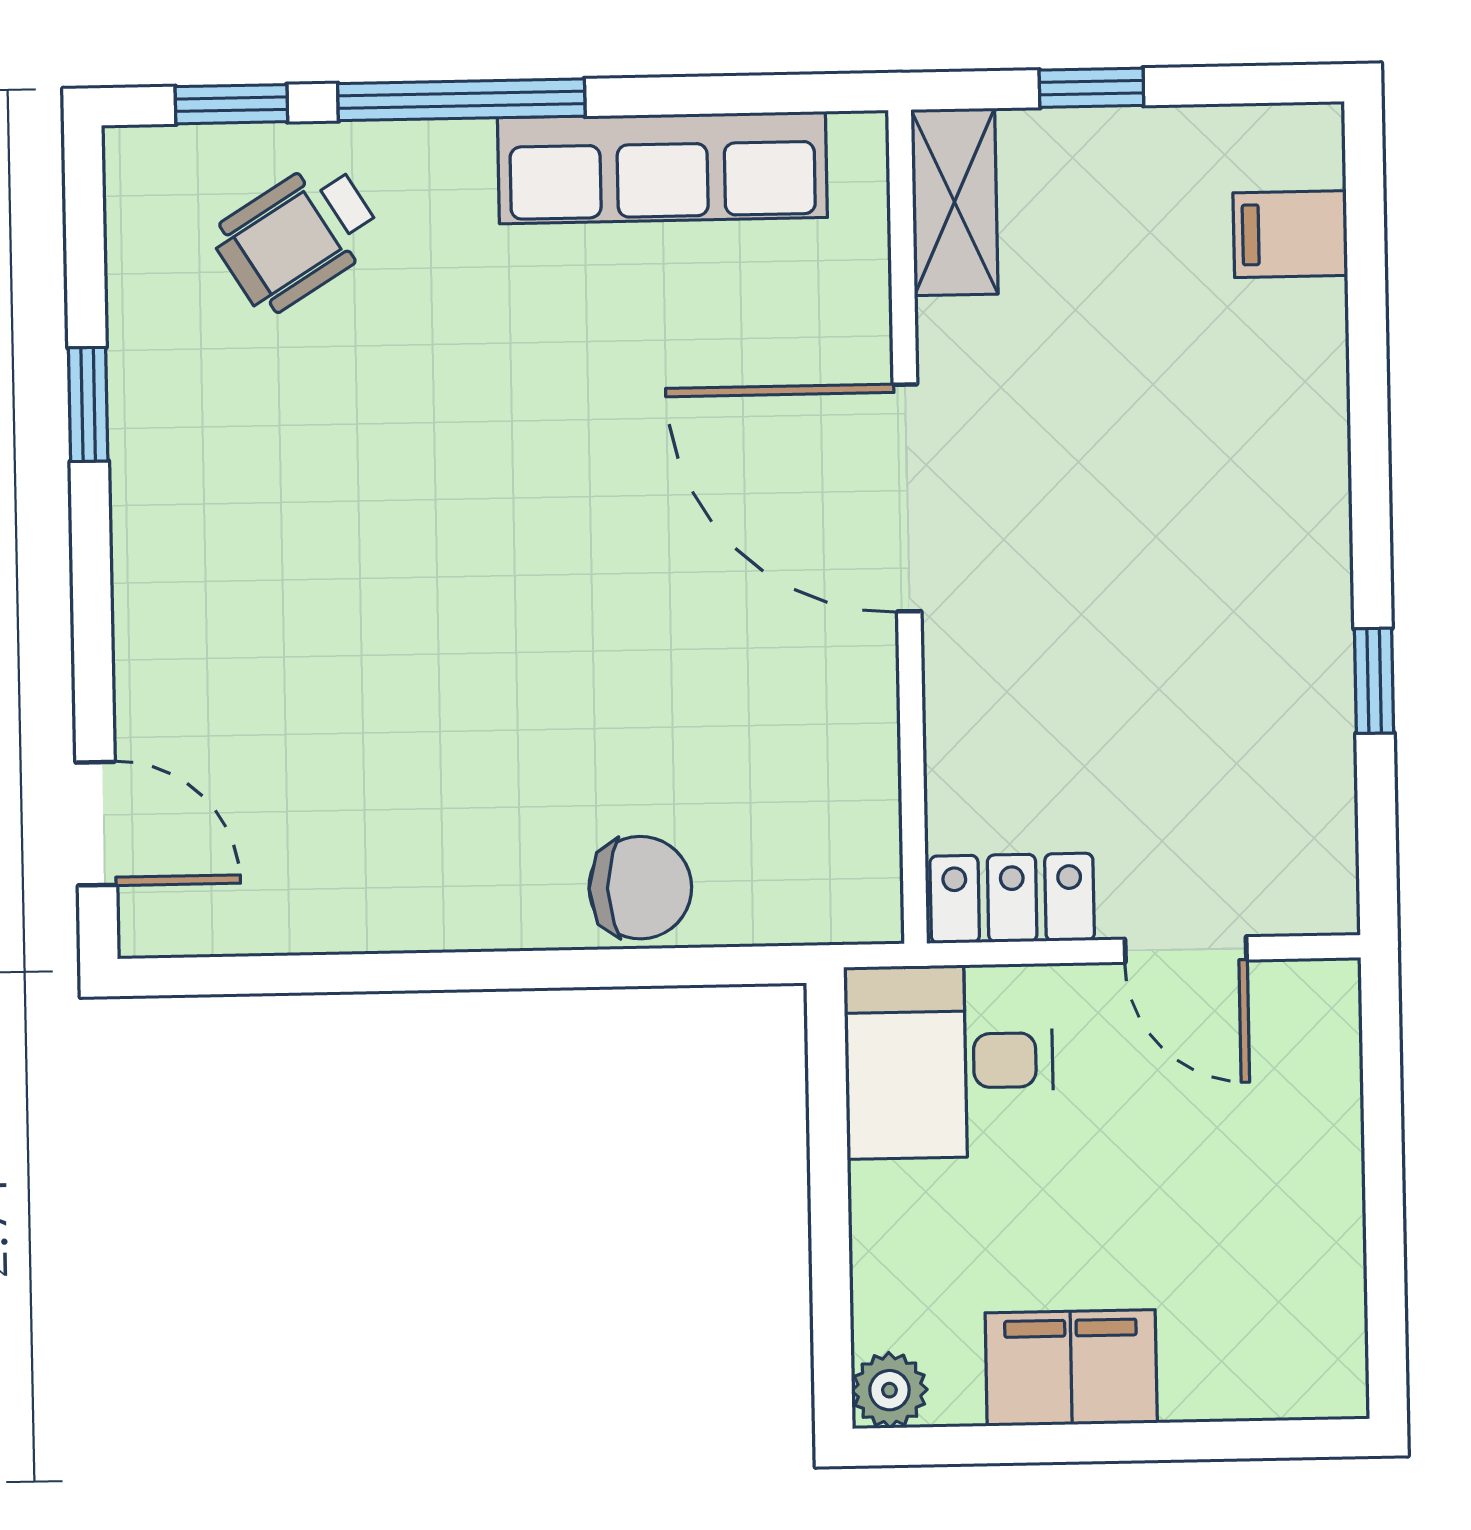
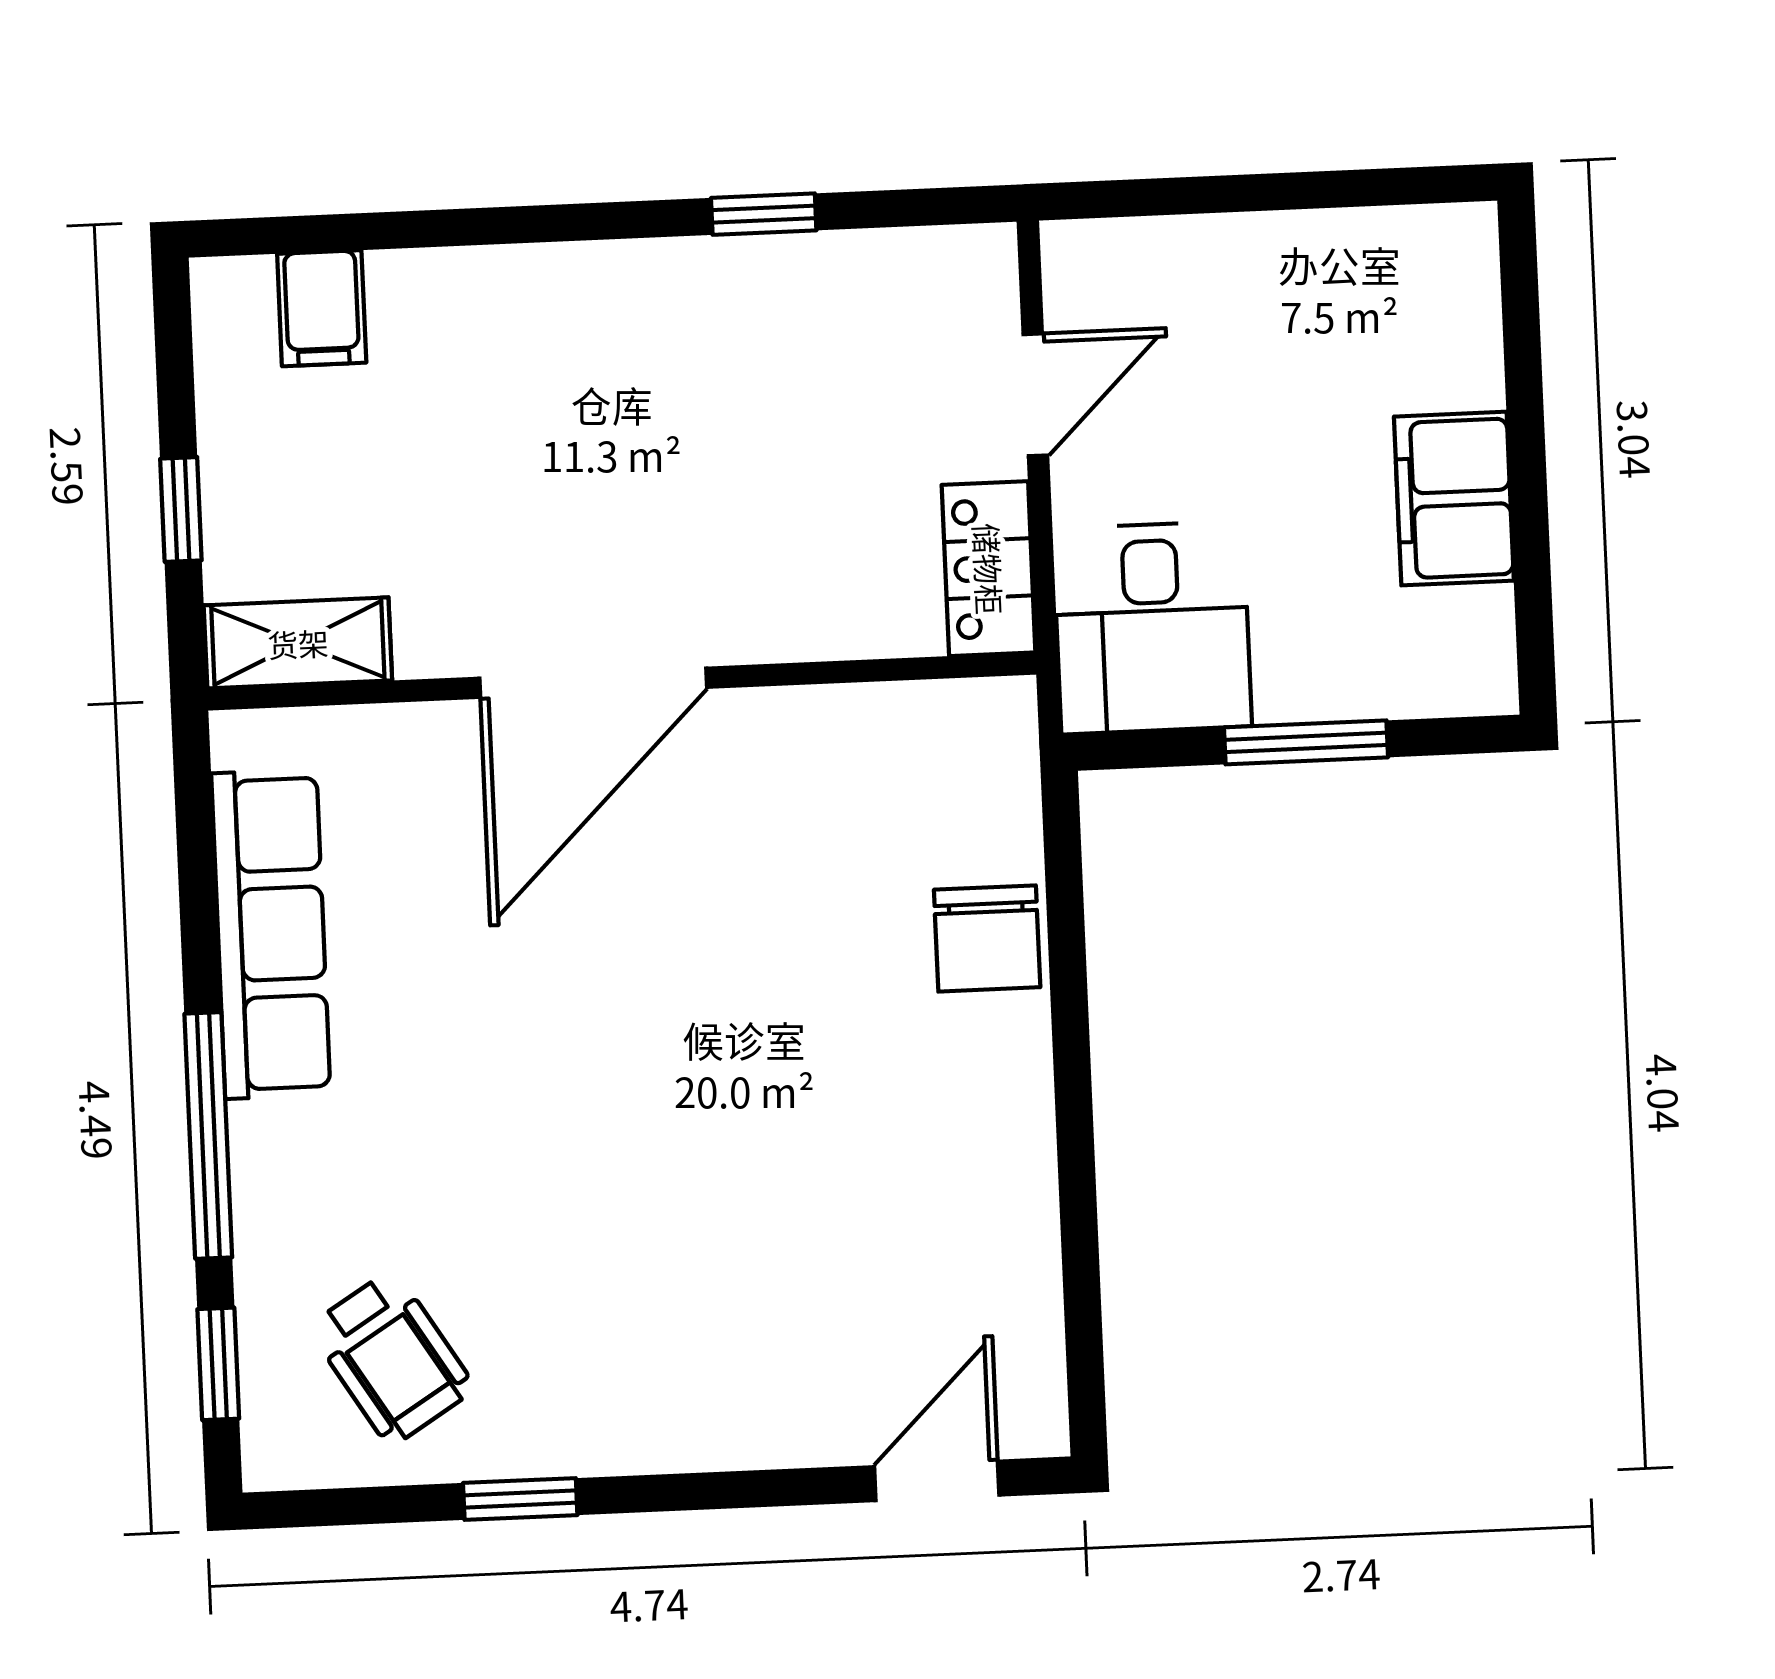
wheelchair: (297, 237) -> (392, 1358), moved
chair: (640, 888) -> (987, 938), turned 180
window: (830, 1213) -> (1306, 742), added
plant: (889, 1390) -> (1481, 679), removed

